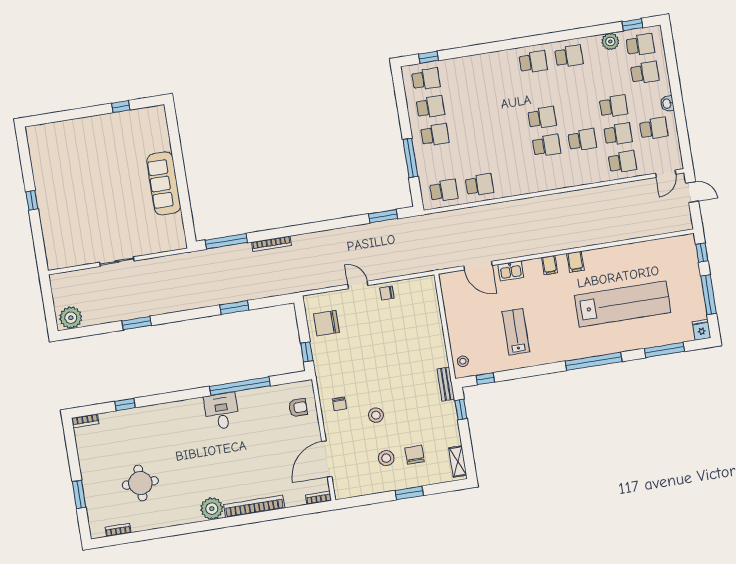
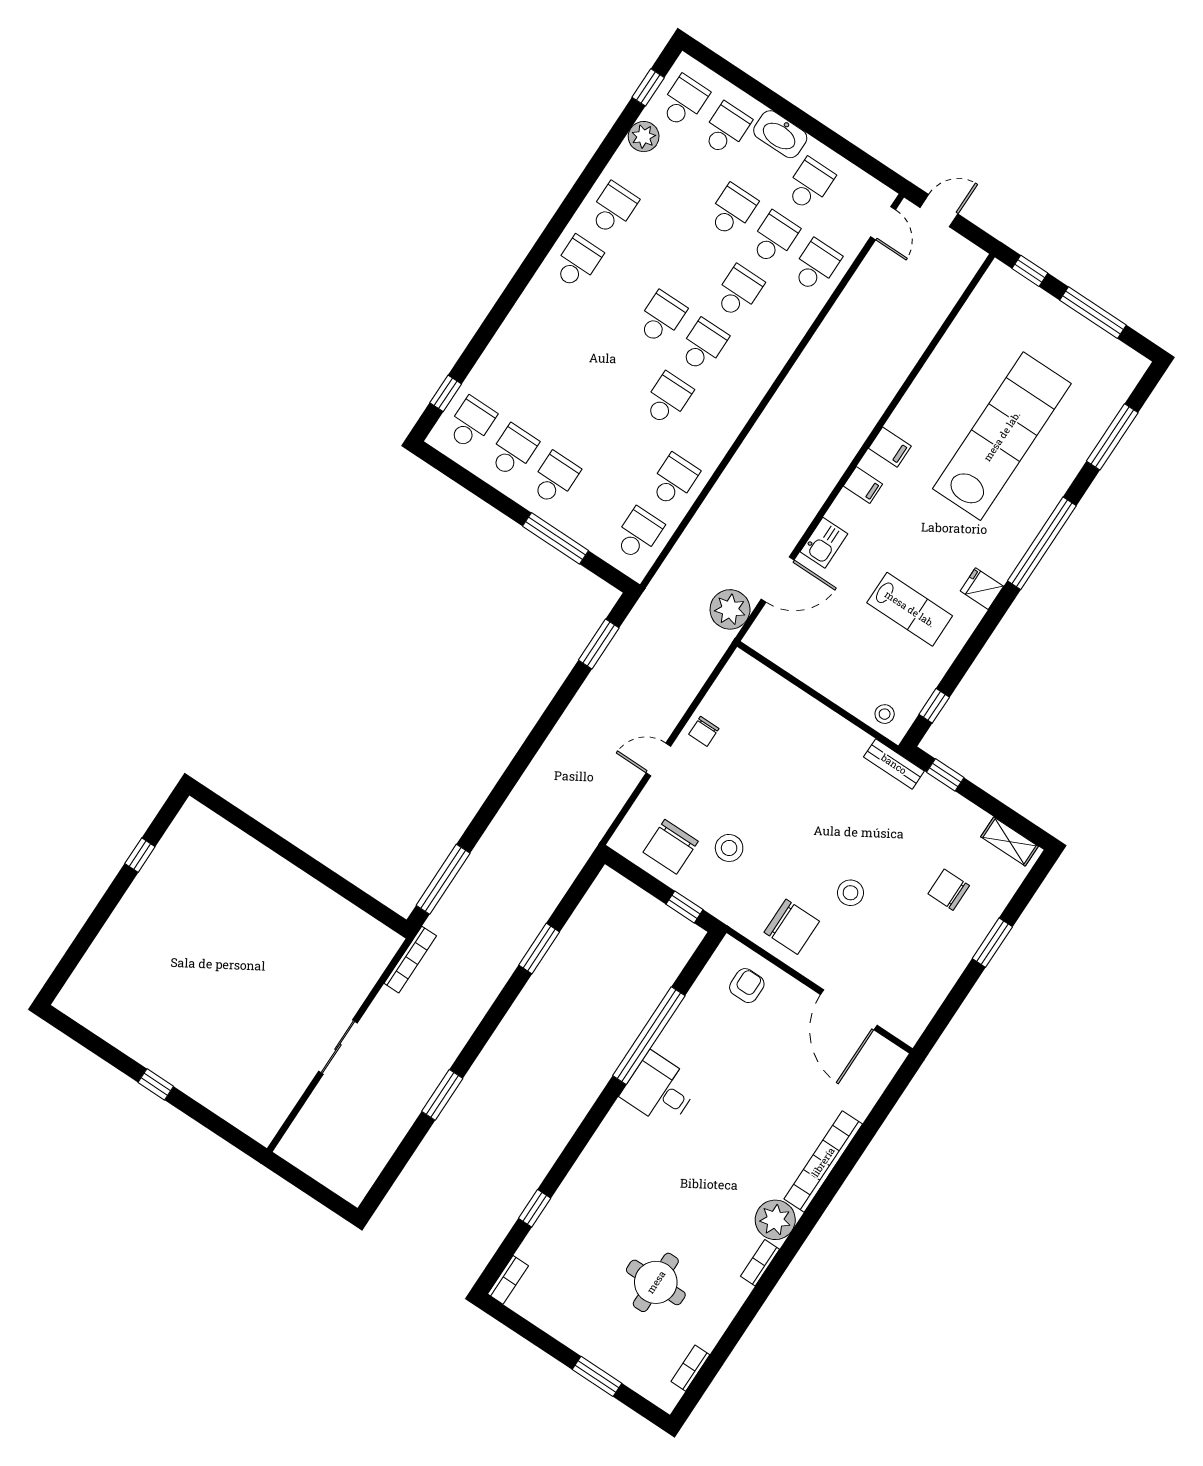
washbasin: (667, 104) -> (780, 134), width x1.91, depth x1.45
school desk: (511, 151) -> (668, 399), added
sofa: (164, 183) -> (292, 892), removed
bookcase: (271, 244) -> (410, 960), moved
plant: (71, 318) -> (730, 609), moved
fridge: (702, 330) -> (982, 589), moved
lab bench: (516, 332) -> (910, 609), turned 180
chair: (339, 404) -> (792, 927), width x1.87, depth x1.87
stool: (386, 458) -> (729, 848), moved
bookcase: (319, 498) -> (760, 1263), moved

